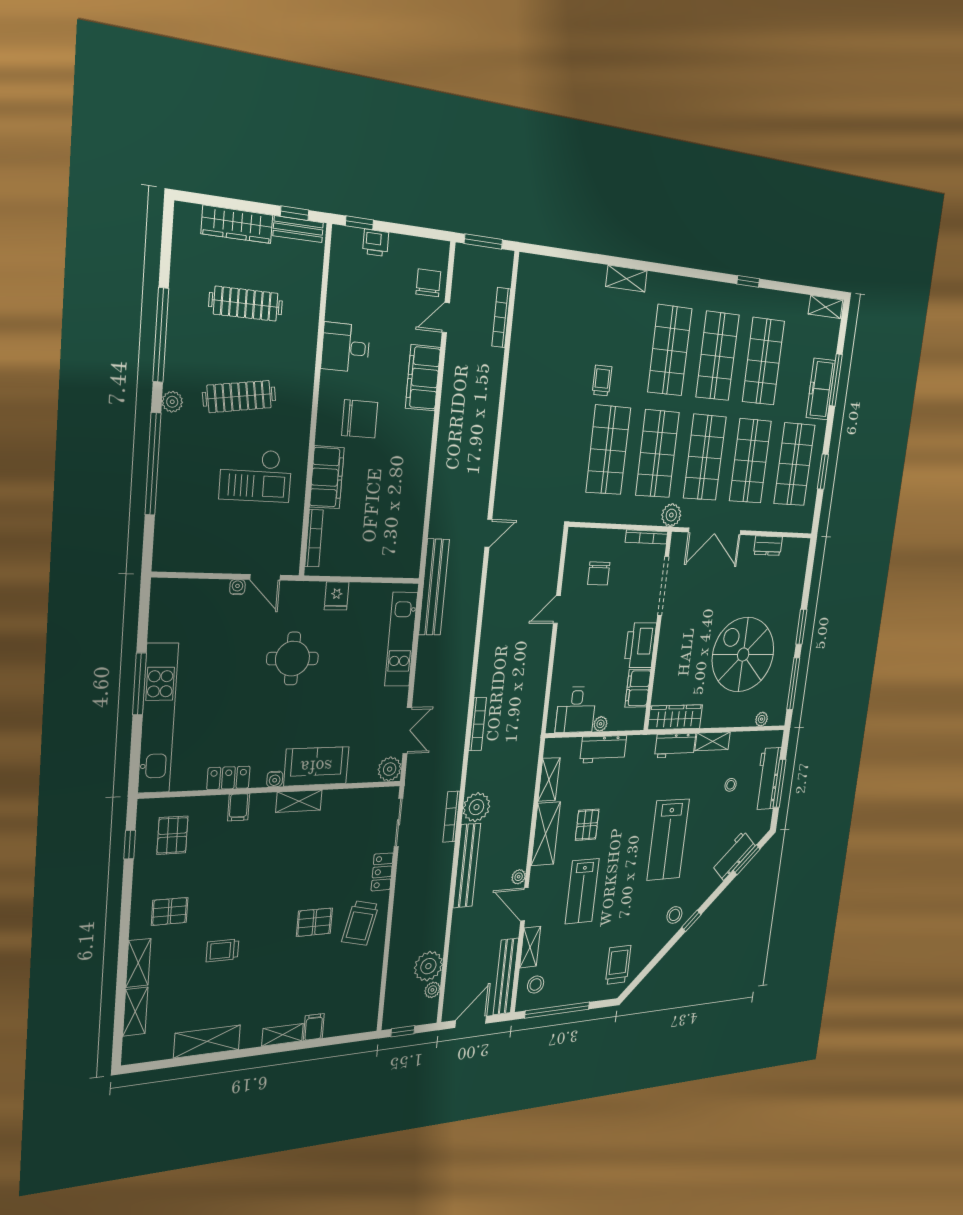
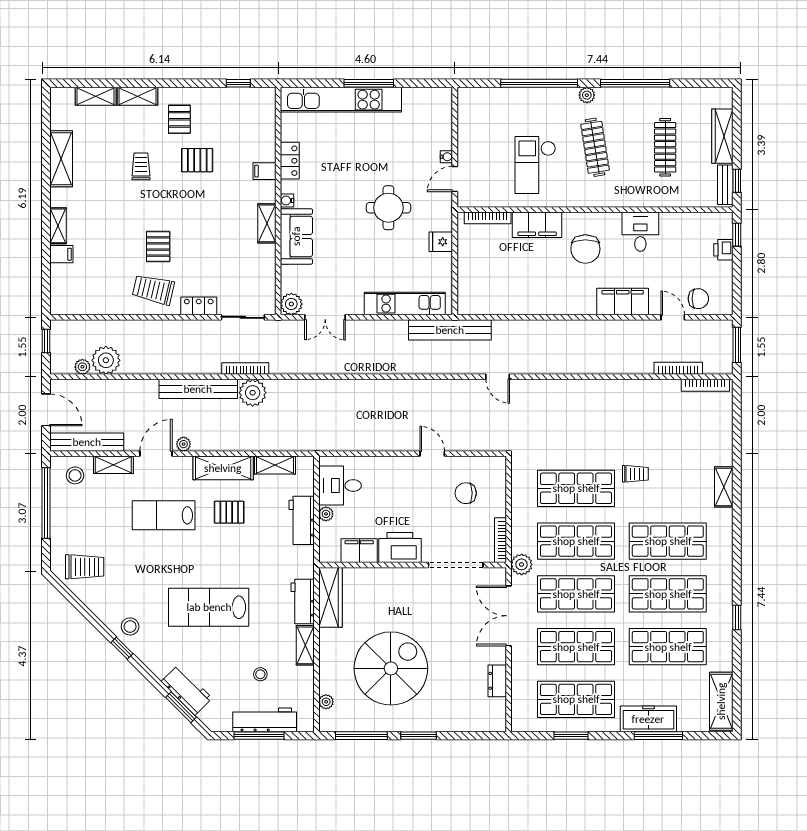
shelving: (826, 307) -> (721, 701), width x1.50, depth x1.33
bookcase: (478, 724) -> (705, 385), moved
pallet: (172, 835) -> (197, 160), moved

